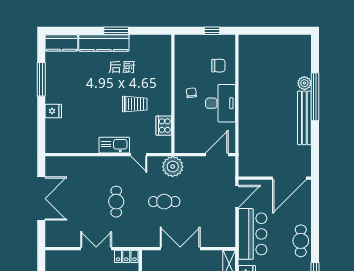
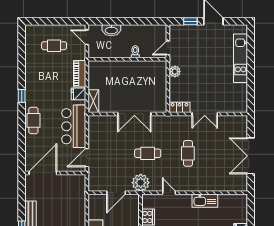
kitchen sink: (114, 145) -> (205, 201), moved
door: (217, 155) -> (116, 193), moved

